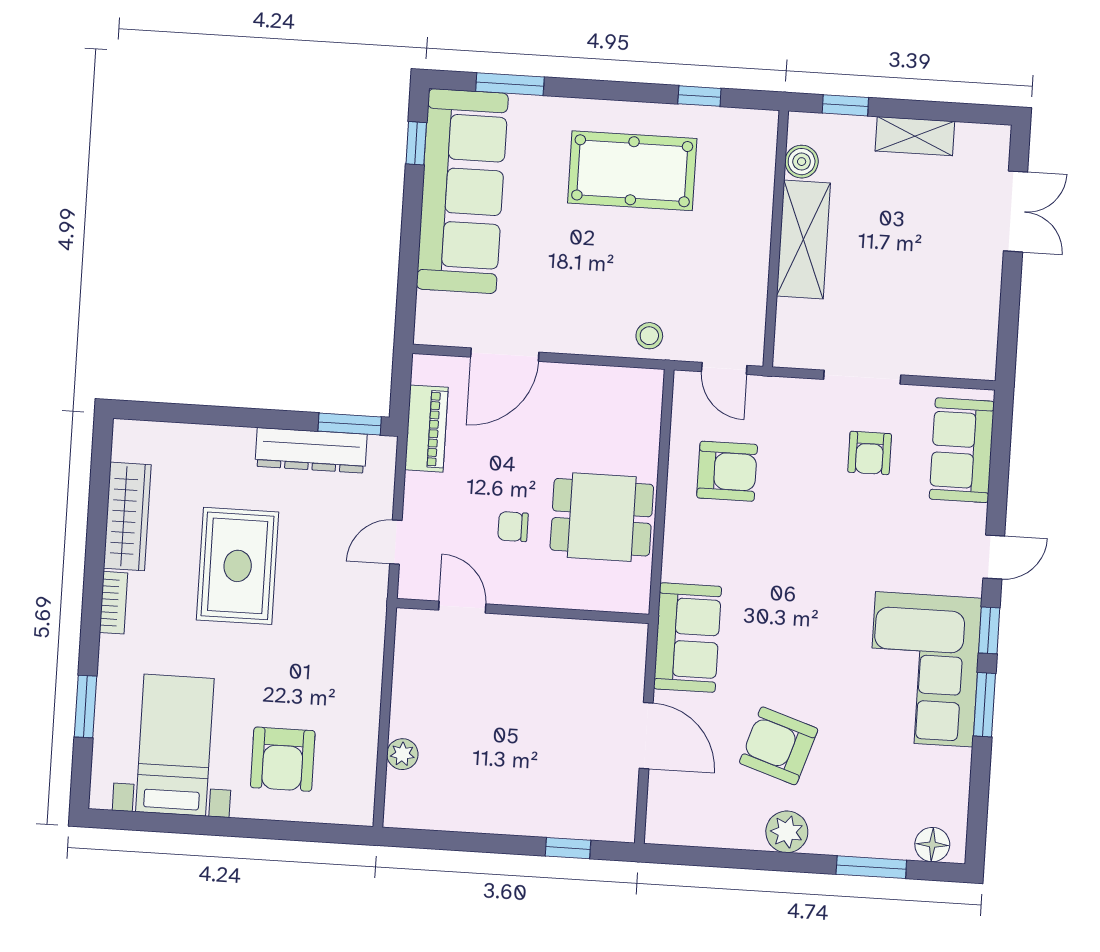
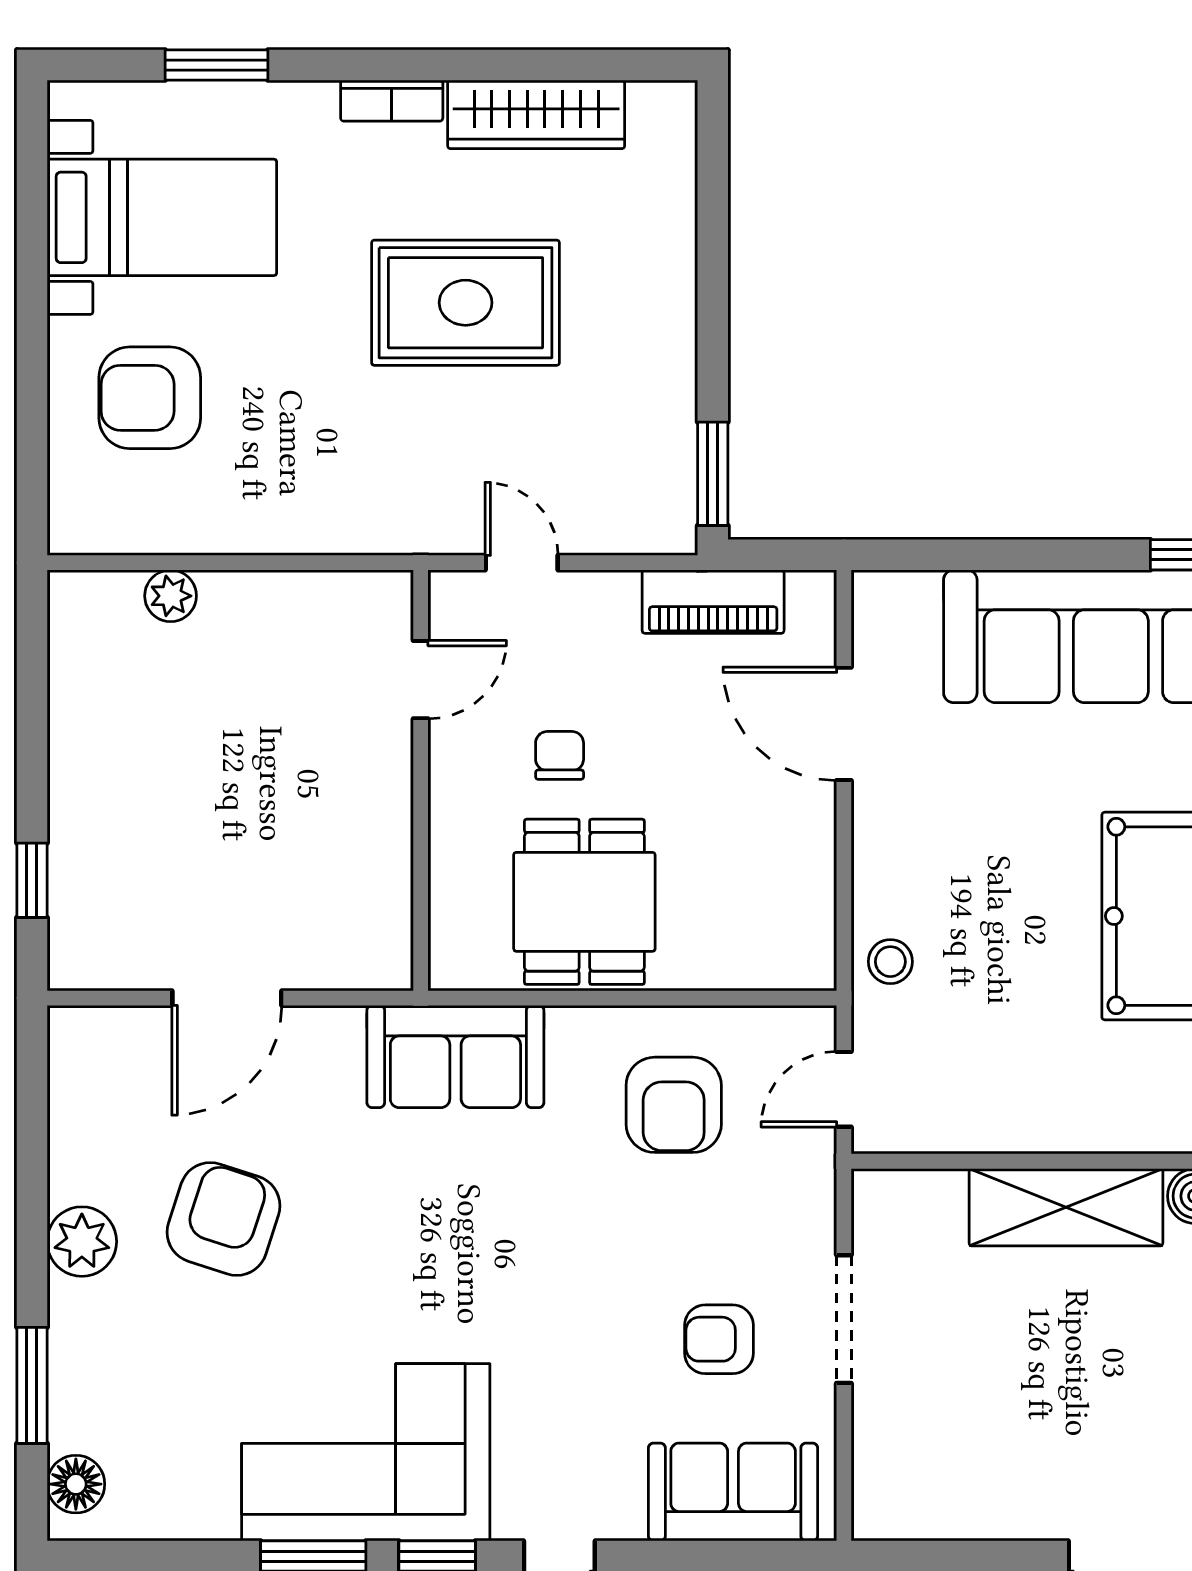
dresser: (311, 450) -> (665, 413), removed
sofa: (687, 638) -> (455, 1056), moved

